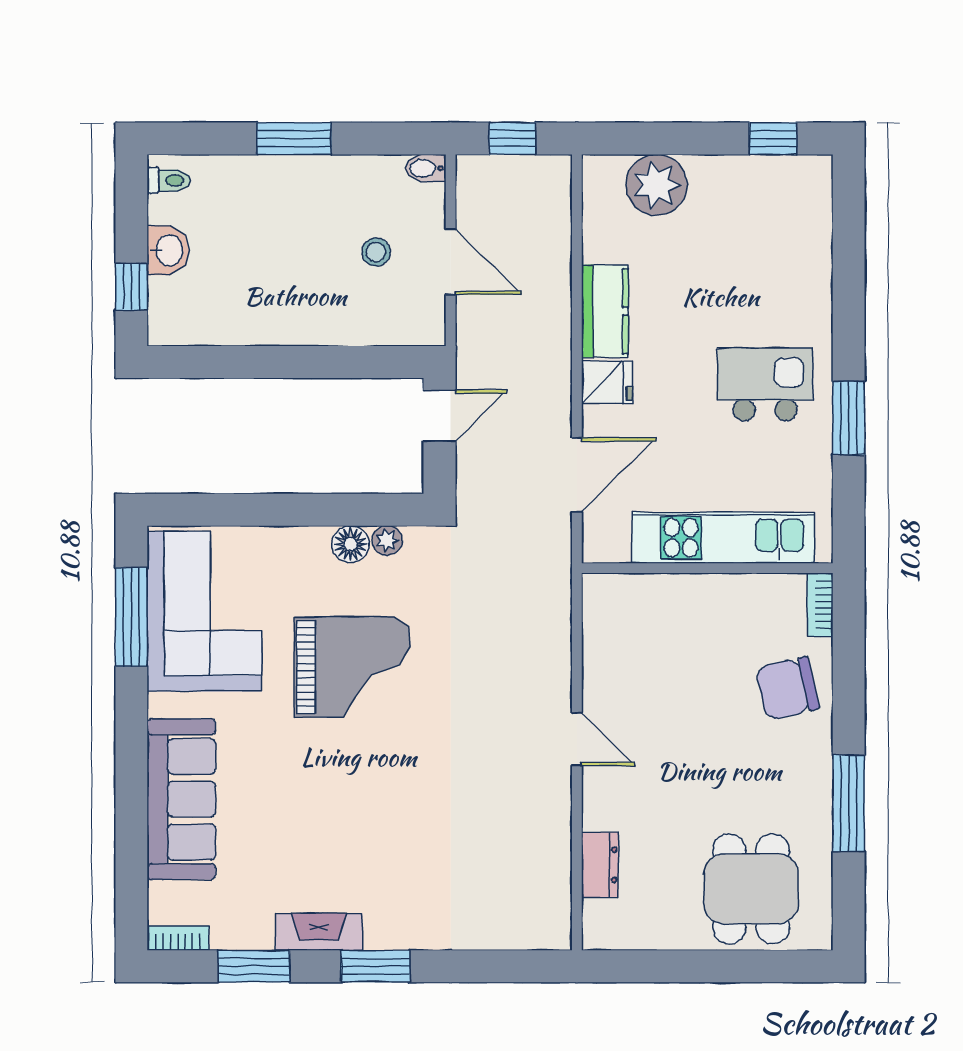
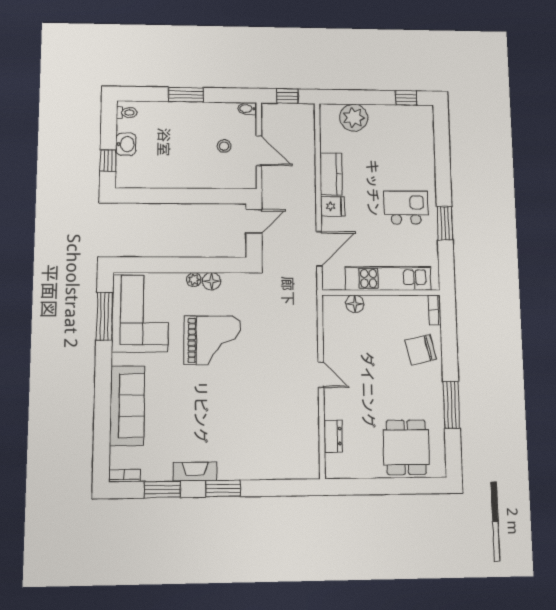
plant: (387, 540) -> (194, 280), moved
floor lamp: (650, 592) -> (355, 304), added

